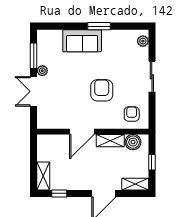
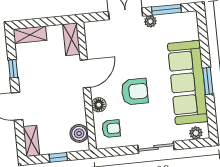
sofa: (82, 41) -> (188, 82), width x1.85, depth x1.27
floor lamp: (110, 123) -> (99, 105), added
door: (82, 132) -> (85, 74), swing flipped
shelving: (110, 141) -> (71, 39), moved
window: (59, 193) -> (13, 69), moved

